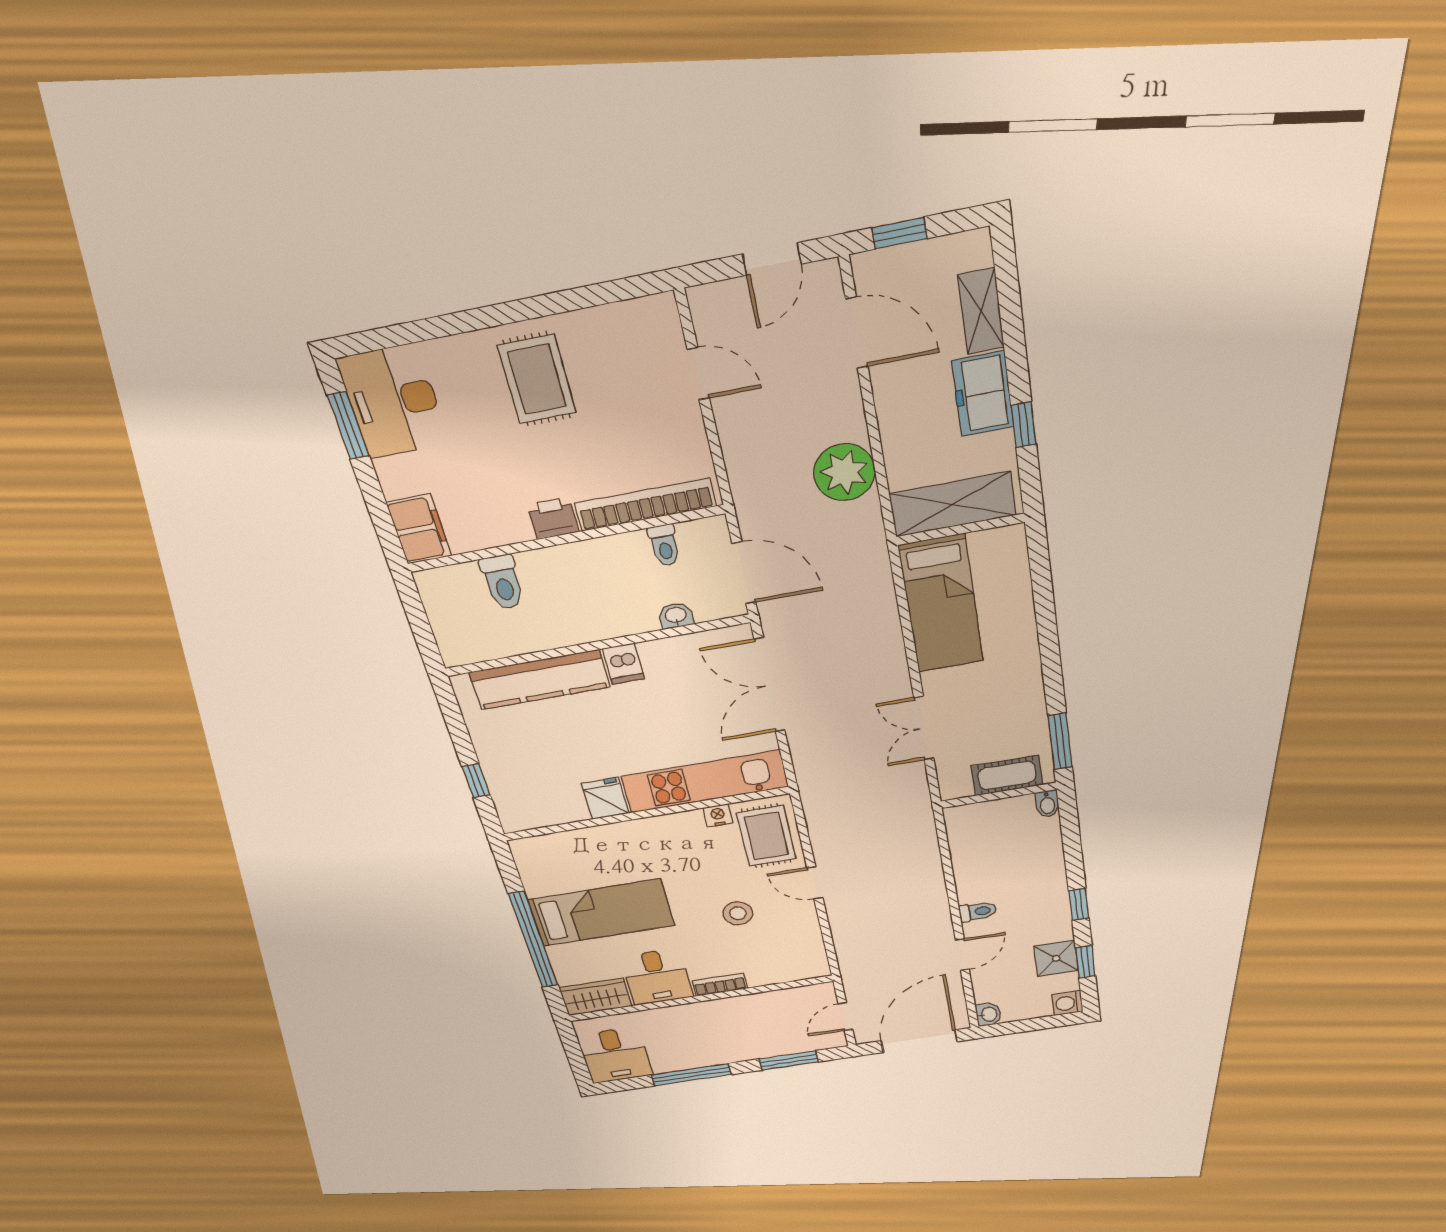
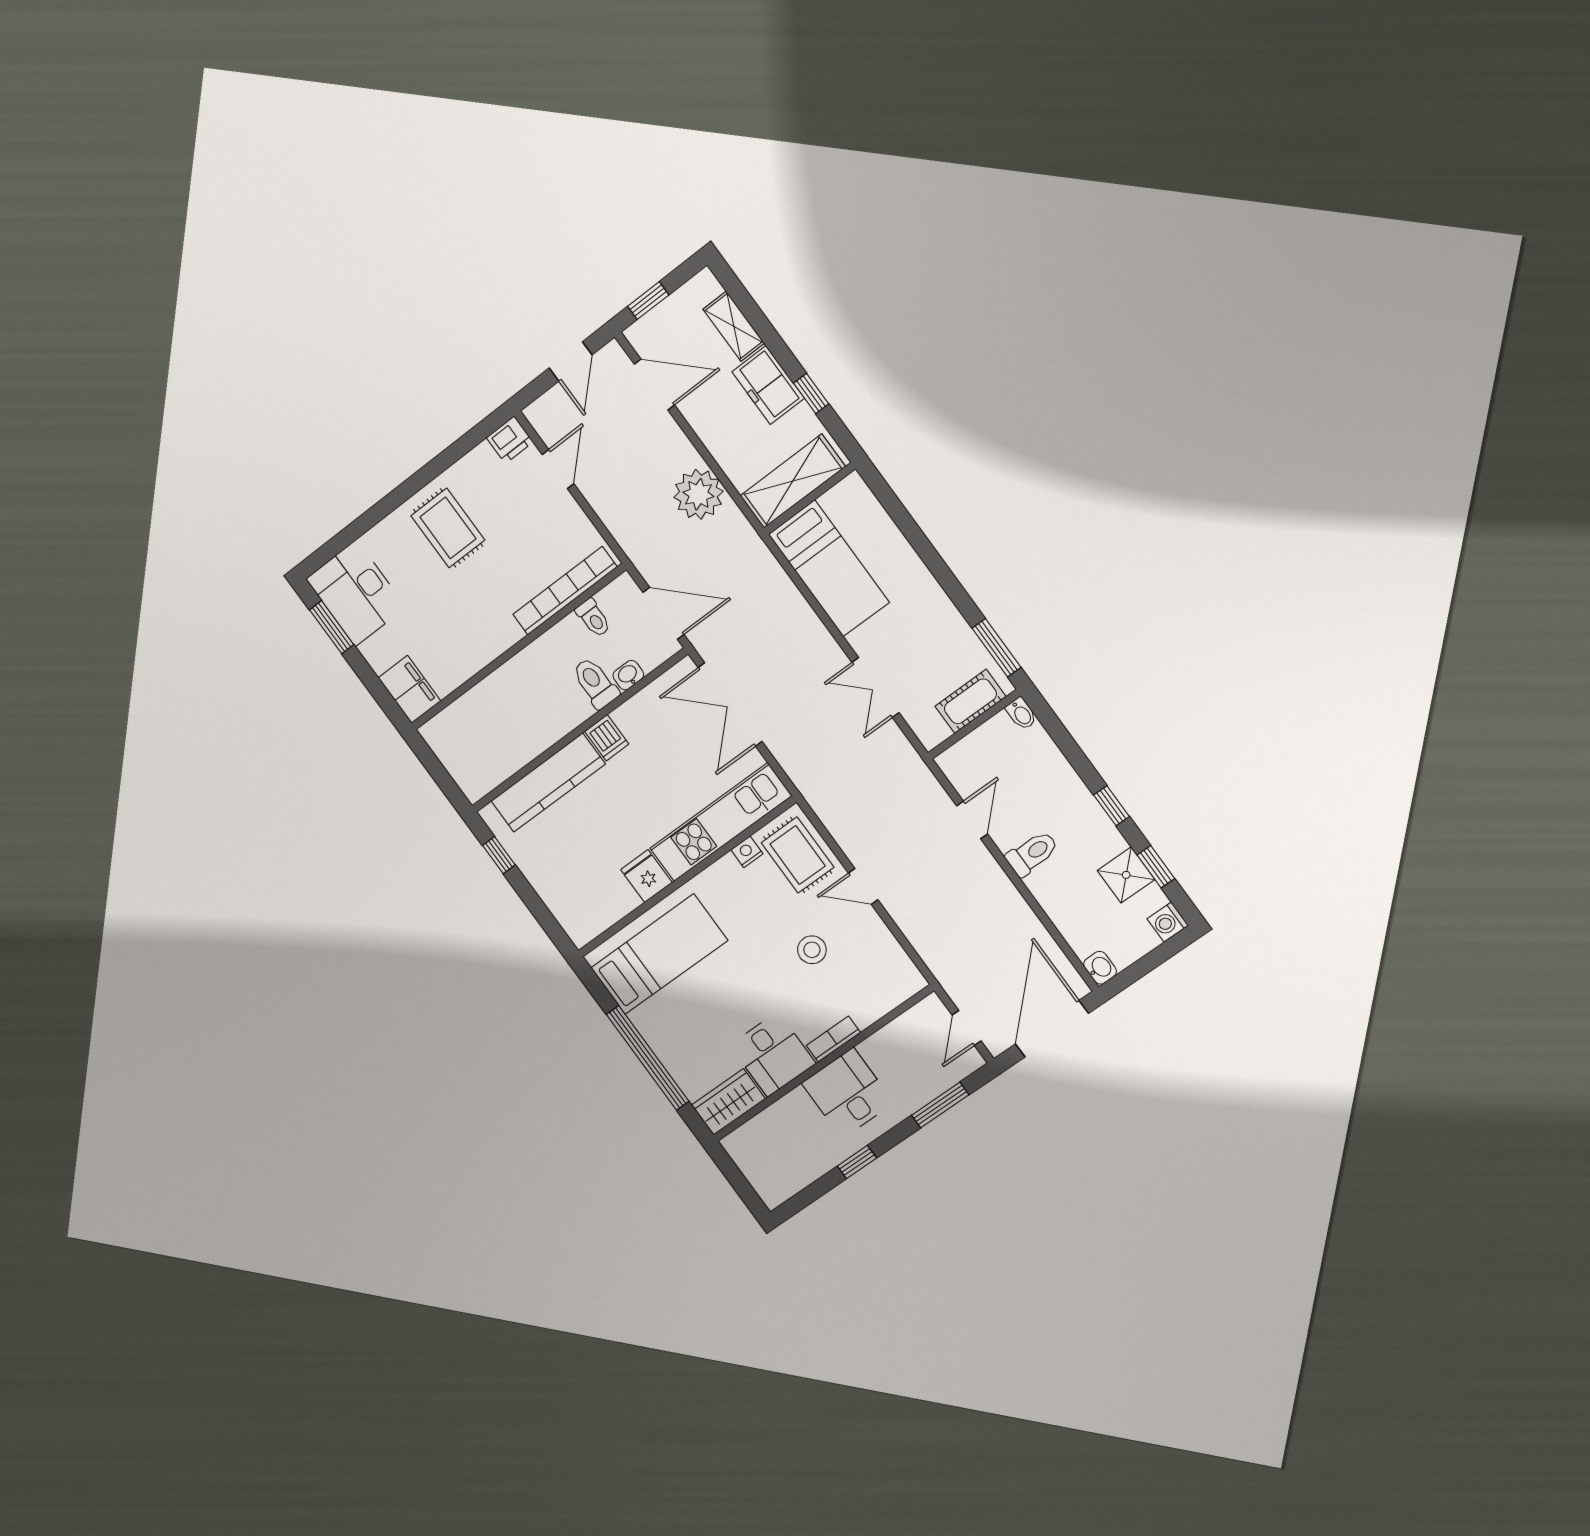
door: (698, 374) -> (558, 469), hinge flipped
printer: (553, 518) -> (510, 440), moved, turned 180
toilet: (503, 582) -> (595, 683), moved, turned 180
window: (476, 781) -> (499, 855), moved
toilet: (978, 912) -> (1032, 853), width x1.37, depth x1.39
bed: (601, 913) -> (659, 954), moved
door: (962, 955) -> (972, 820), moved
desk: (615, 1055) -> (848, 1093), moved, turned 180
window: (691, 1075) -> (857, 1162), width x0.46

